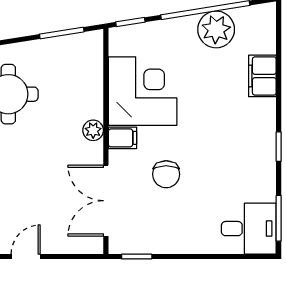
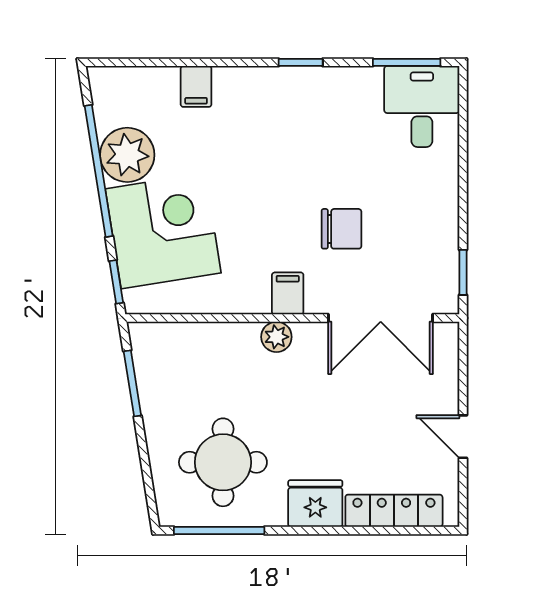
filing cabinet: (262, 76) -> (196, 86), width x0.50
corner desk: (143, 91) -> (163, 231), moved, turned 81

